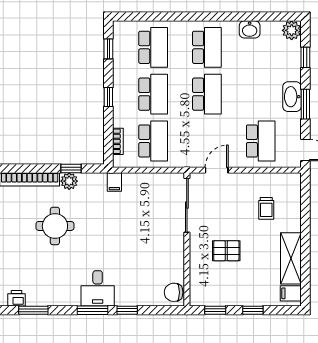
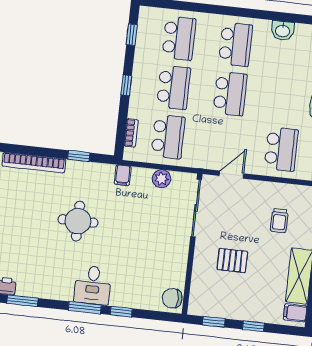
plant: (69, 181) -> (162, 179), moved
round table: (55, 226) -> (78, 221), moved

